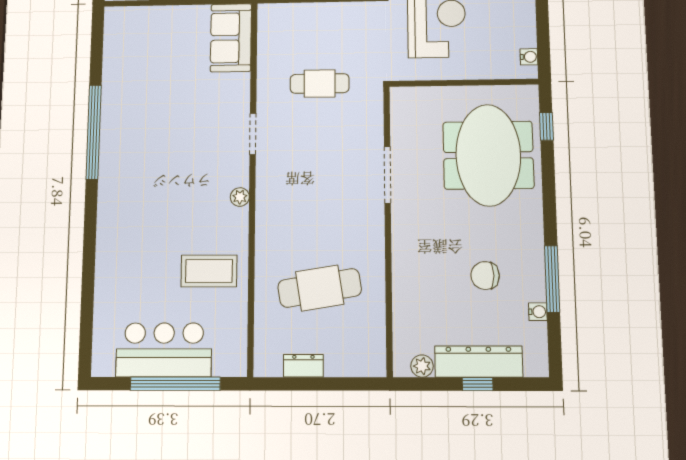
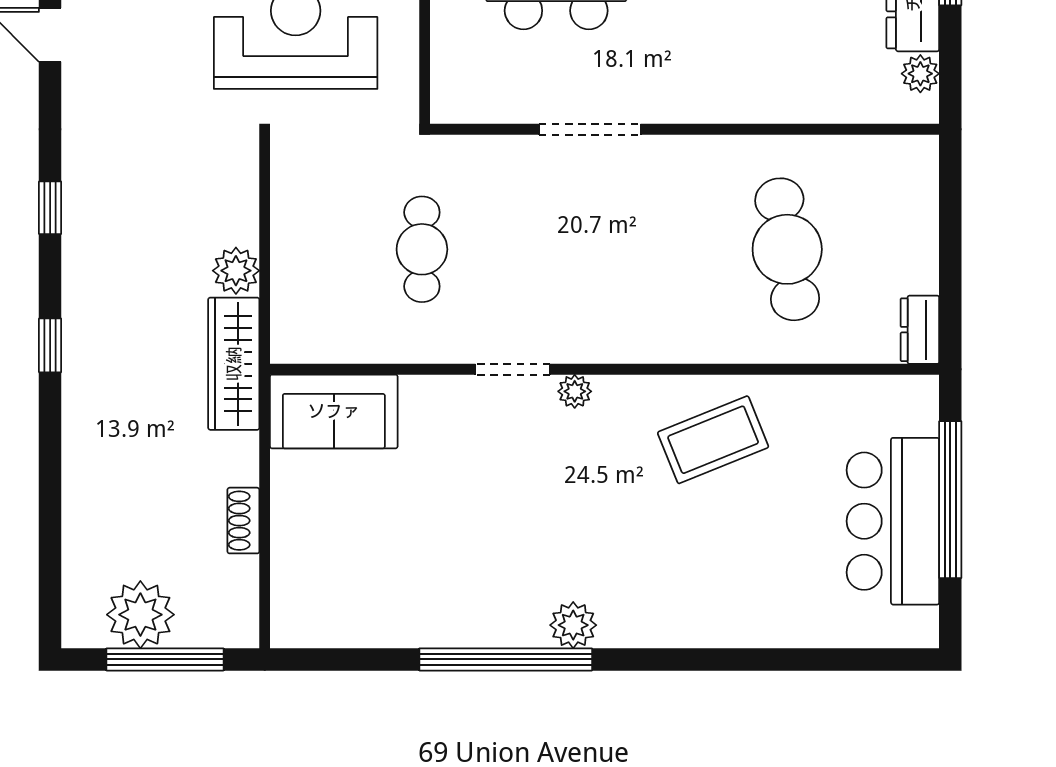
plant: (111, 169) -> (573, 625), added
plant: (240, 197) -> (575, 391), moved
coffee table: (209, 271) -> (713, 440), moved, turned 68
dresser: (303, 366) -> (920, 330), moved

